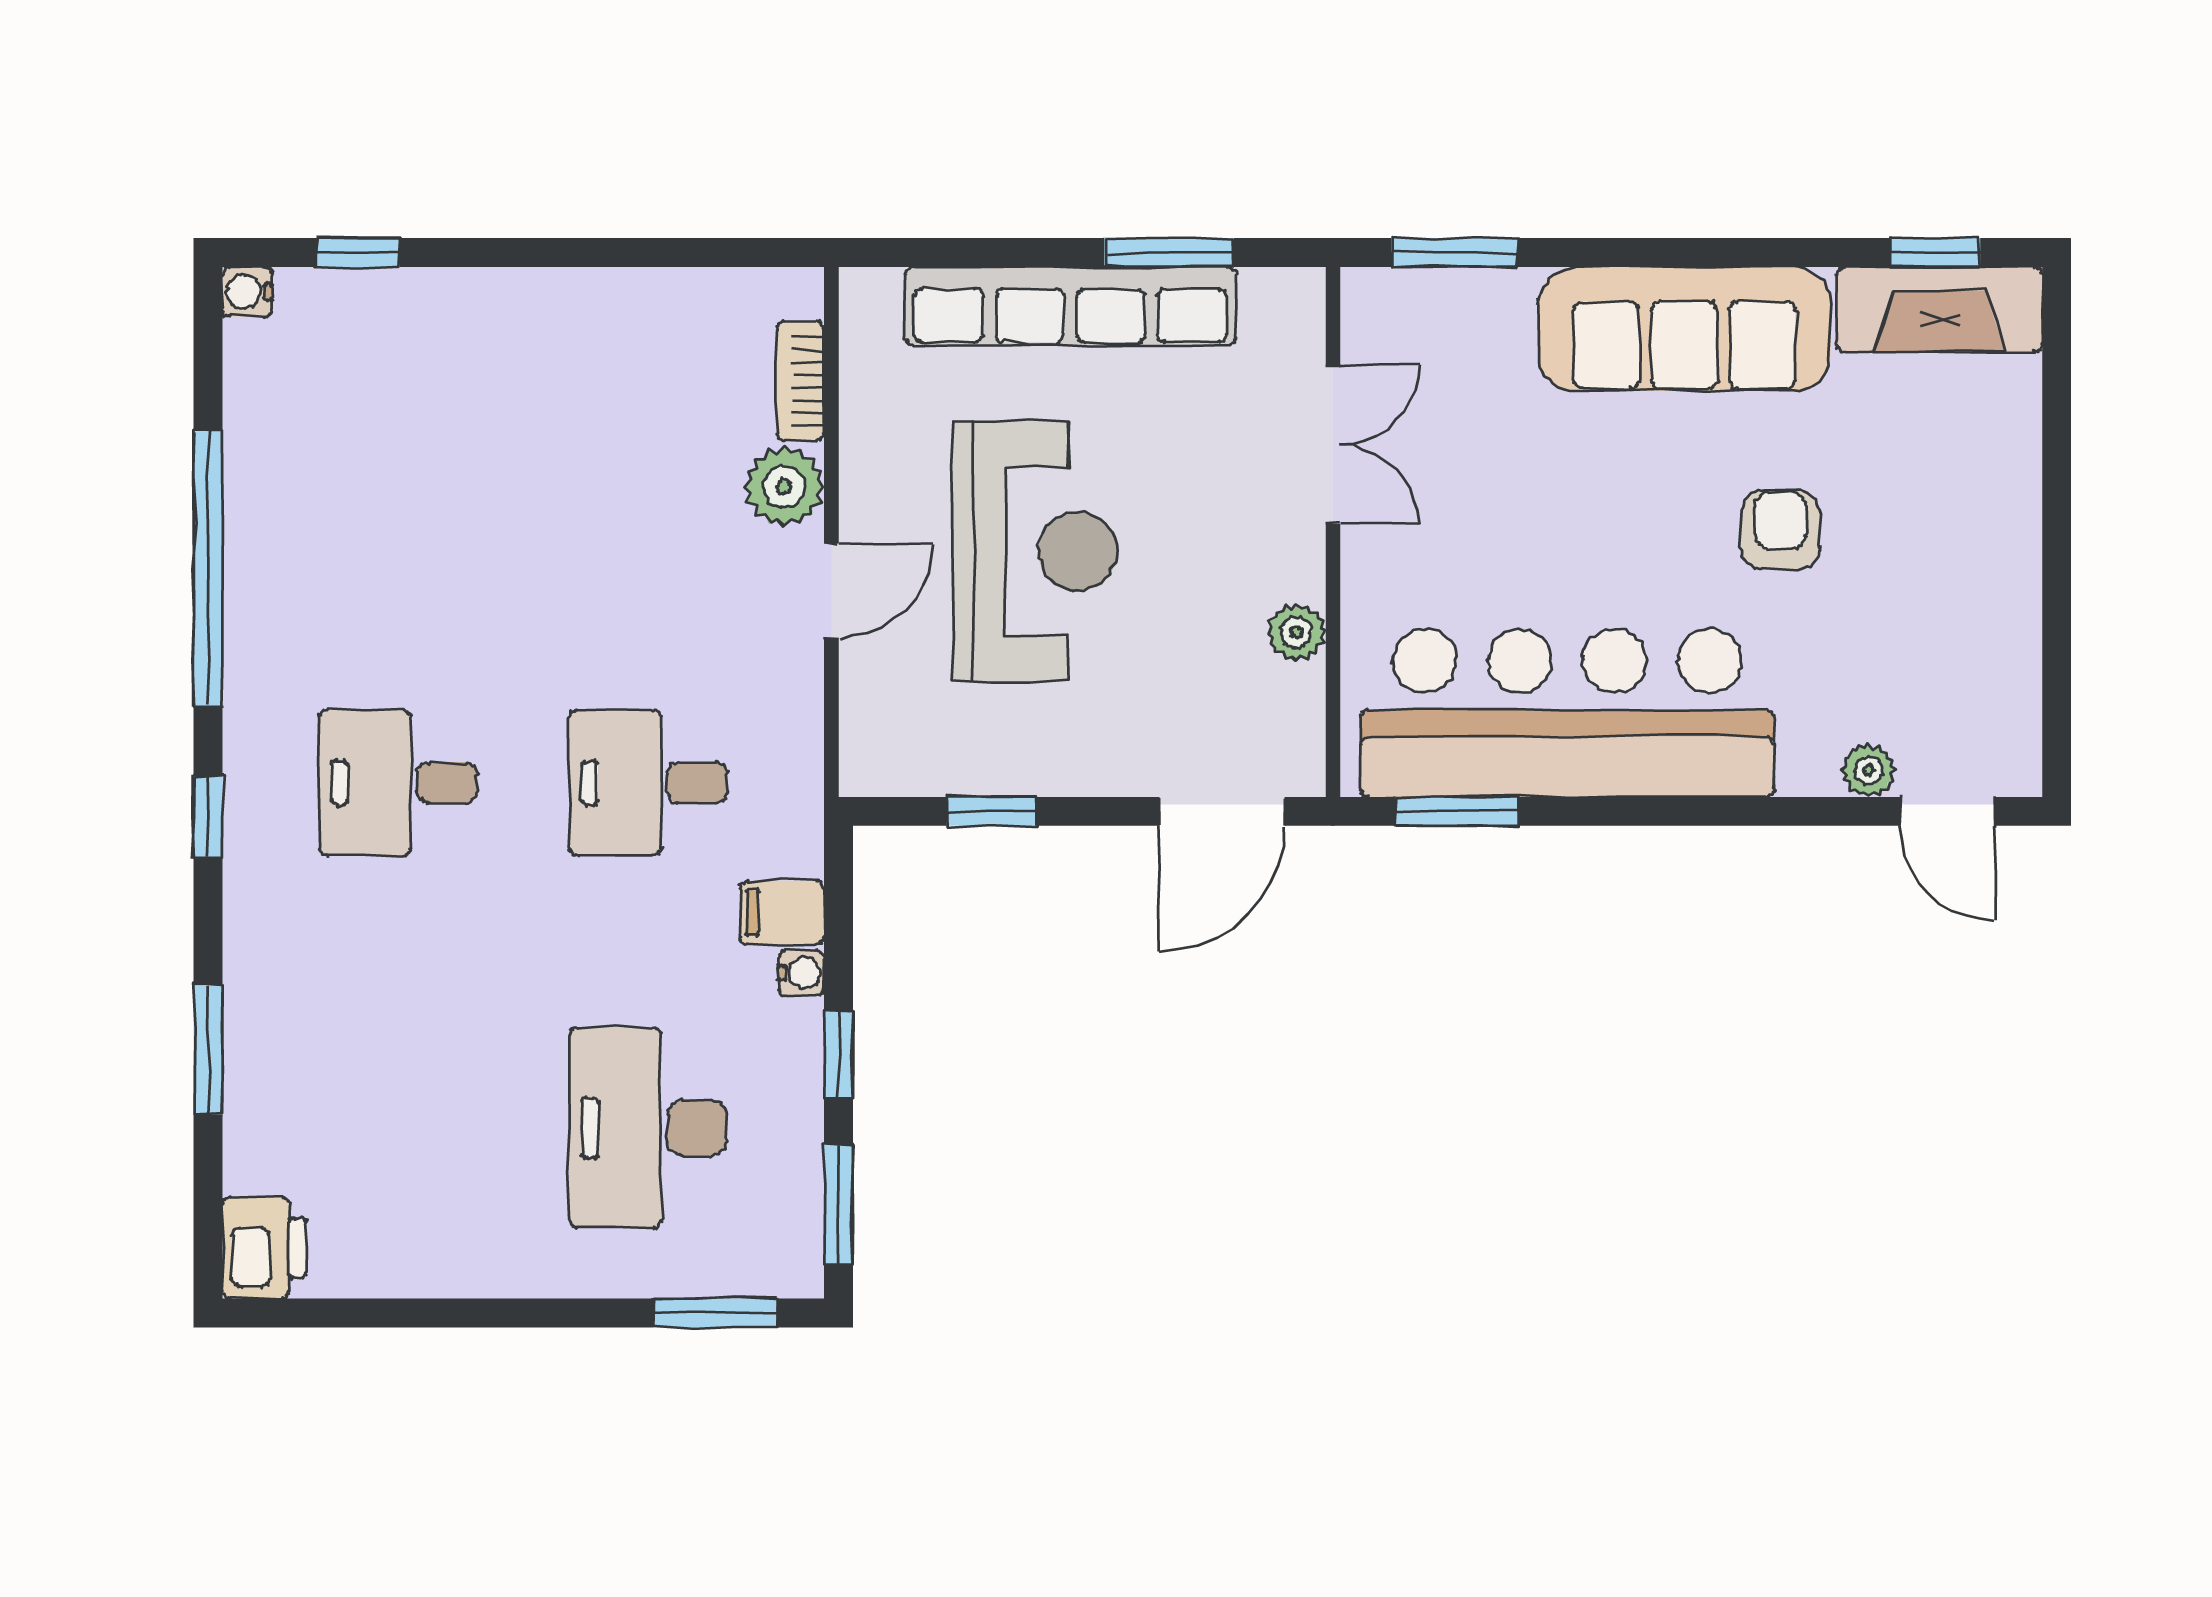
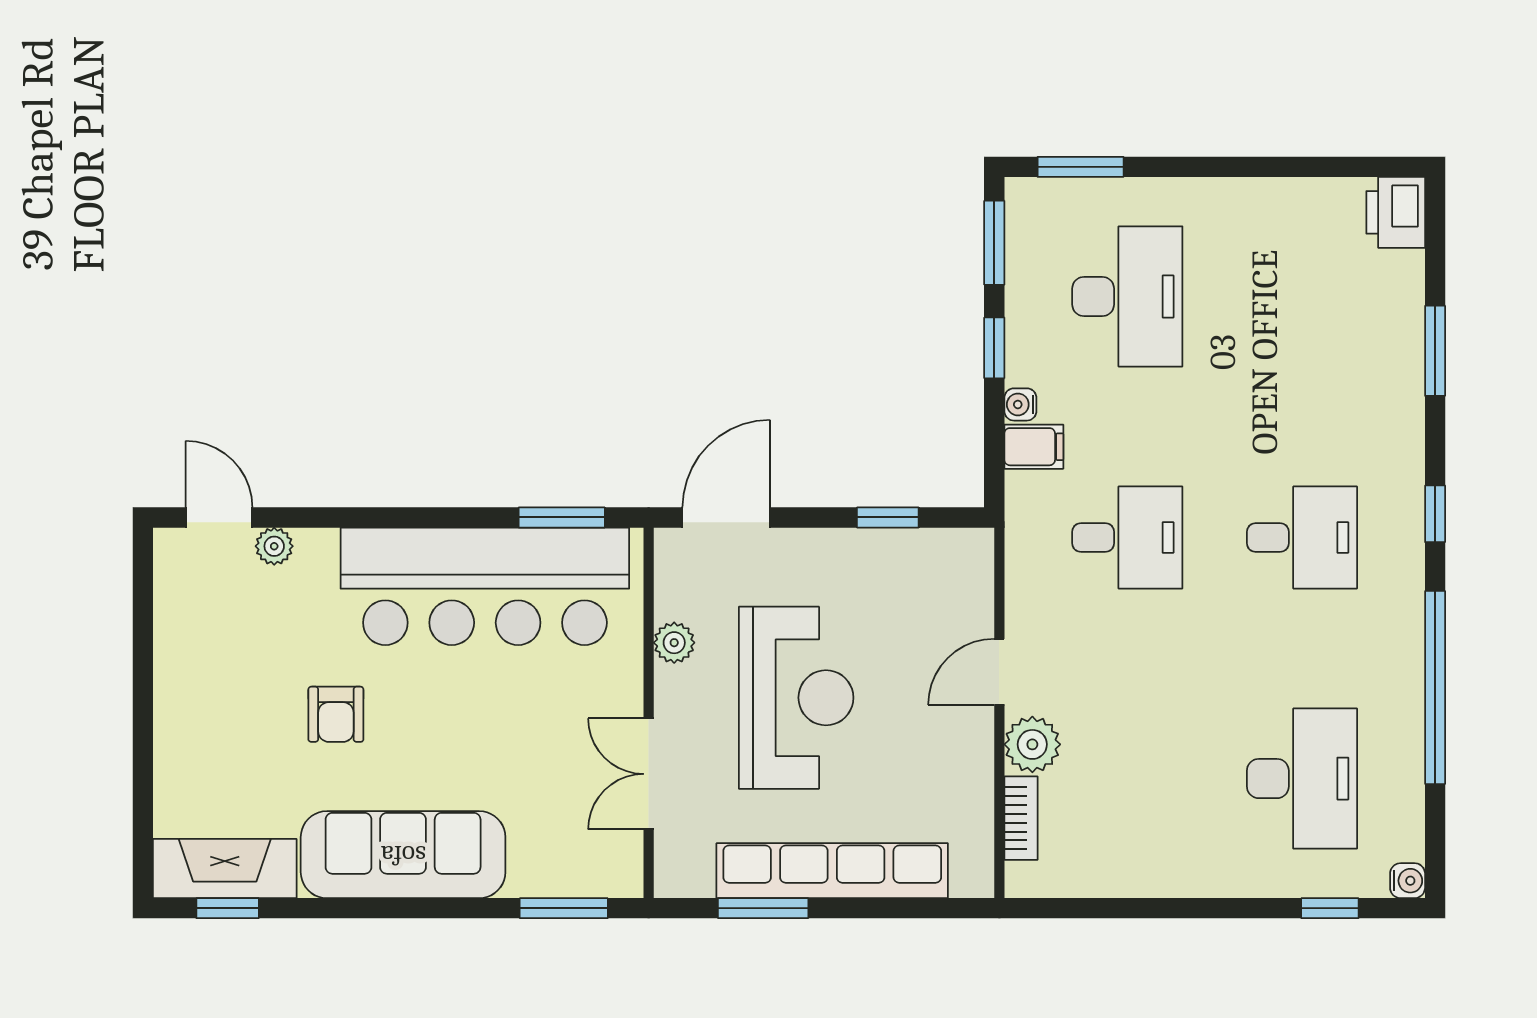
desk: (398, 438) -> (1302, 779), added
reception desk: (1035, 551) -> (796, 698), moved, turned 180

